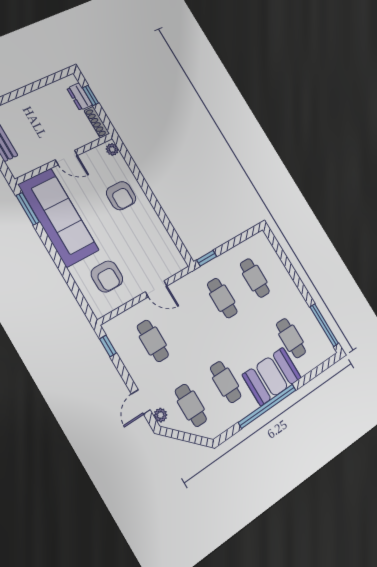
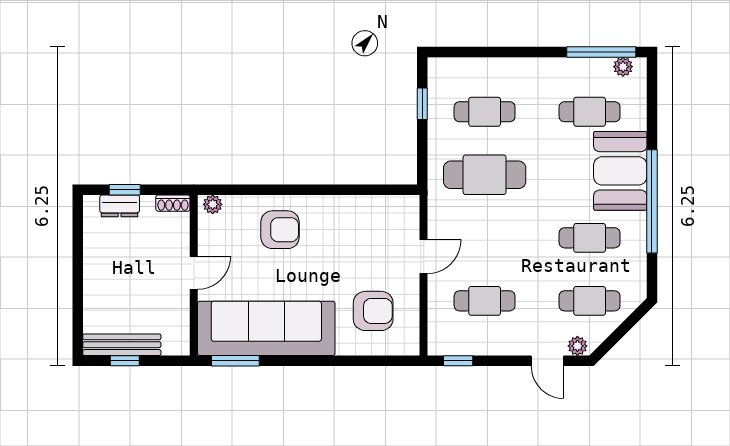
shoe rack: (97, 122) -> (173, 203), width x0.70
window: (207, 258) -> (422, 104), moved
cafe table: (222, 298) -> (485, 175), width x1.37, depth x1.35
plant: (325, 342) -> (623, 67), added

